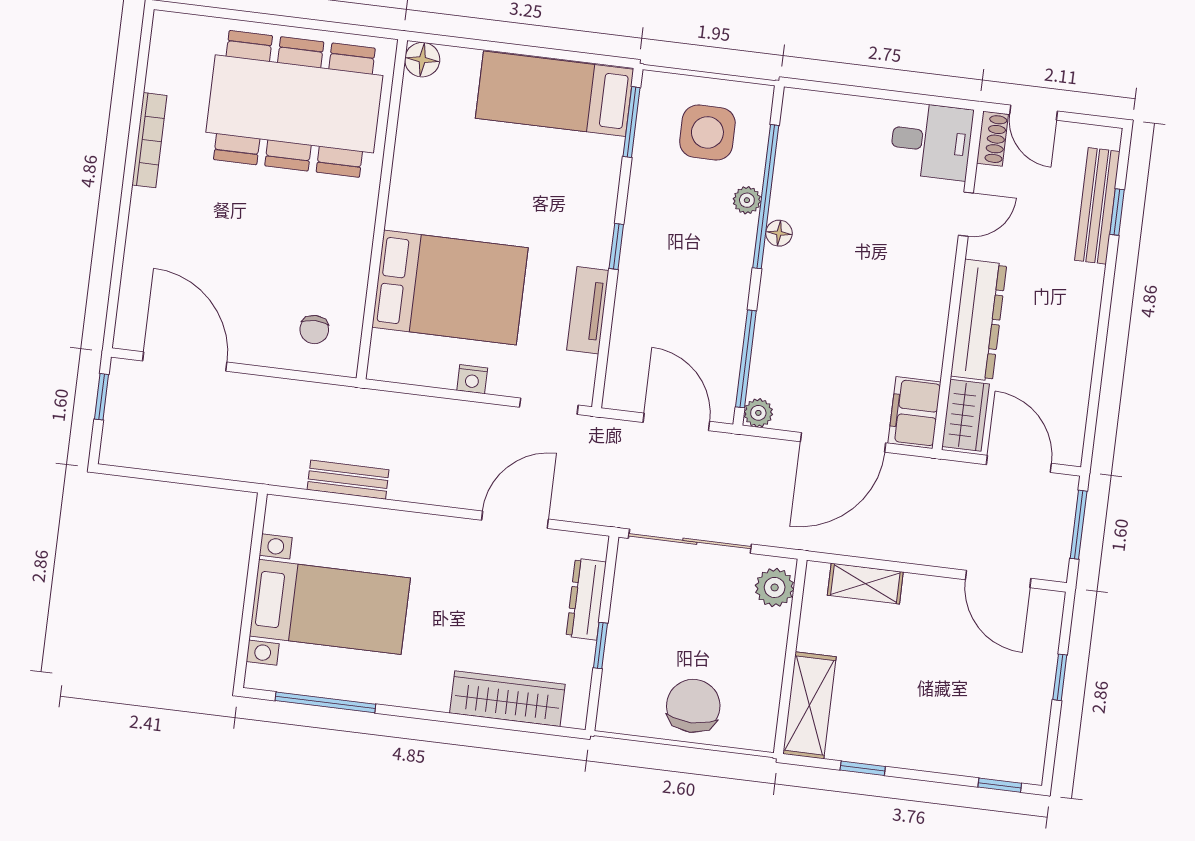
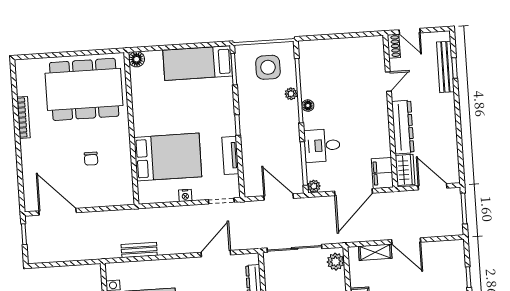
desk: (931, 141) -> (322, 145), moved, turned 180
chair: (314, 330) -> (91, 159), moved
door: (998, 579) -> (406, 241), moved

